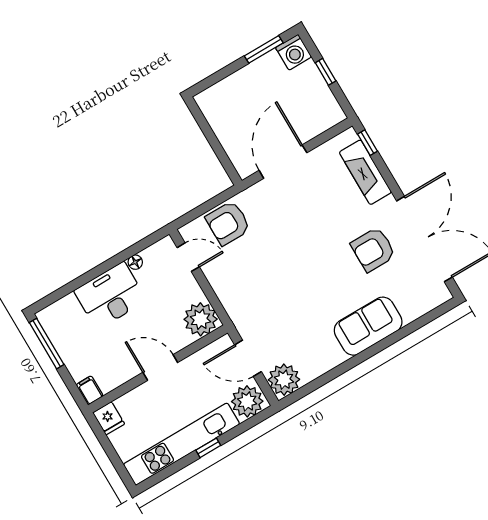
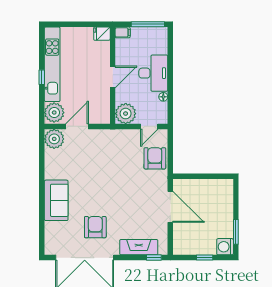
plant: (201, 319) -> (126, 114), moved
door: (160, 367) -> (113, 77), moved
wall: (158, 369) -> (113, 75), moved
filing cabinet: (90, 390) -> (123, 32), moved
fridge: (109, 418) -> (102, 34), moved

